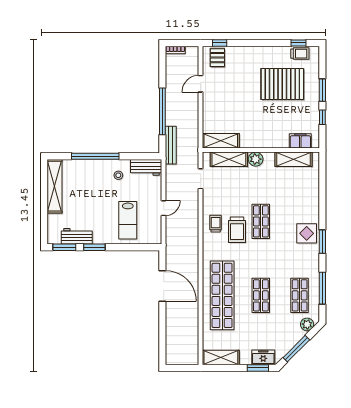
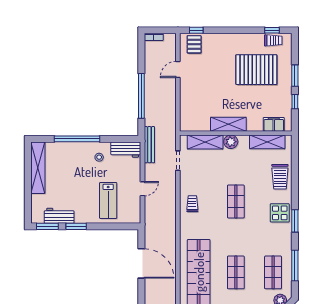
shelving: (221, 141) -> (228, 124), moved
bench: (171, 145) -> (149, 145), moved
trolley: (237, 230) -> (280, 177), moved

